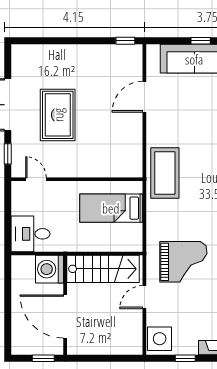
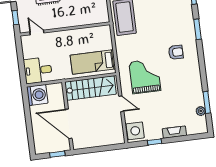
bed: (111, 208) -> (93, 62), moved
grand piano: (183, 262) -> (145, 76), turned -90
washing machine: (49, 269) -> (37, 95), moved, turned 180
door: (144, 297) -> (121, 104), swing flipped

